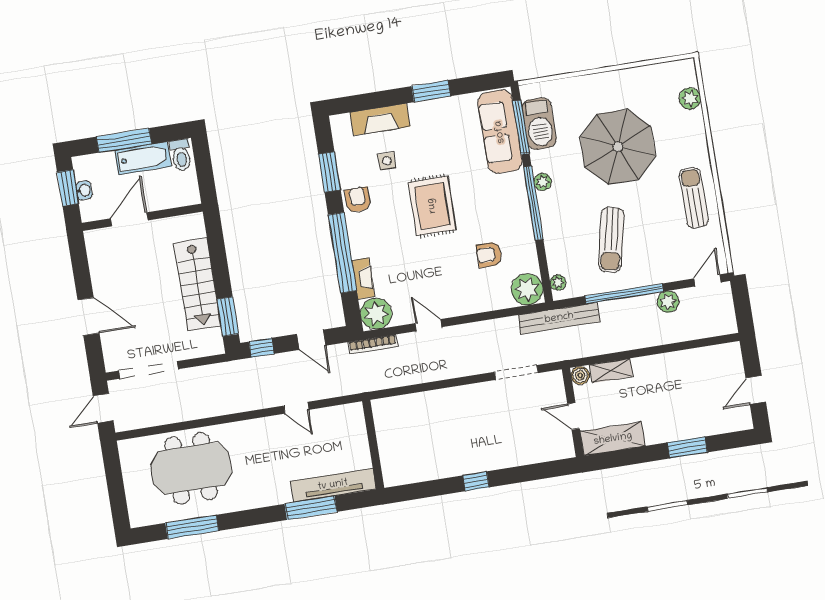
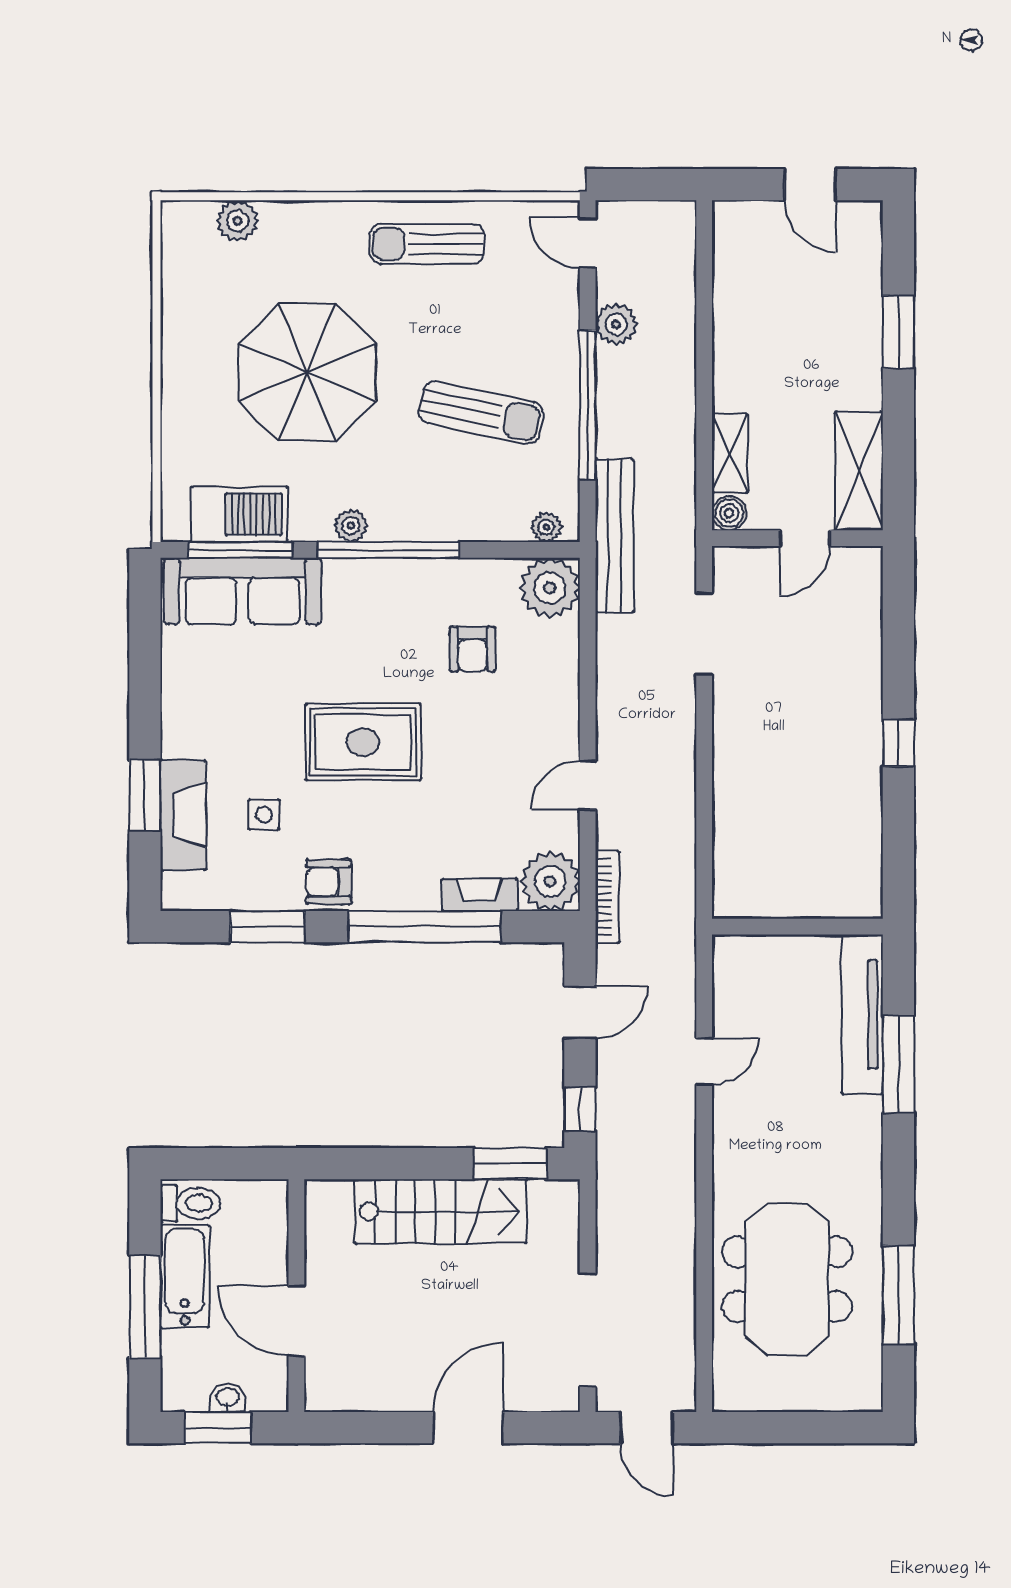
window: (431, 91) -> (145, 795), moved

